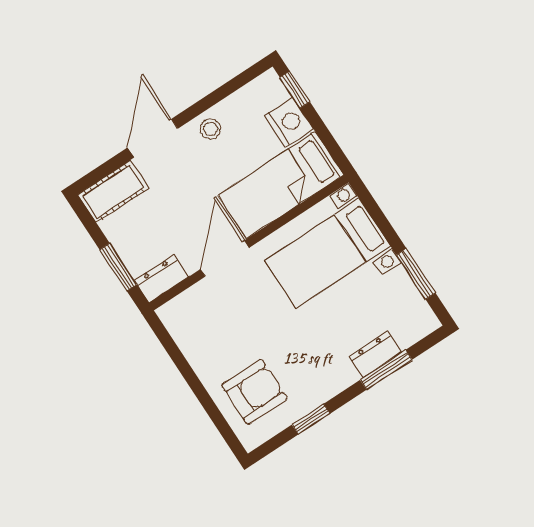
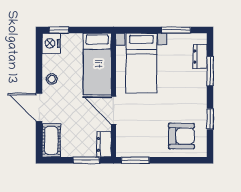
nightstand: (289, 123) -> (51, 43), moved, turned -90
window: (169, 344) -> (135, 160), added
dresser: (375, 355) -> (200, 57), moved
armchair: (255, 392) -> (181, 136), turned 90

